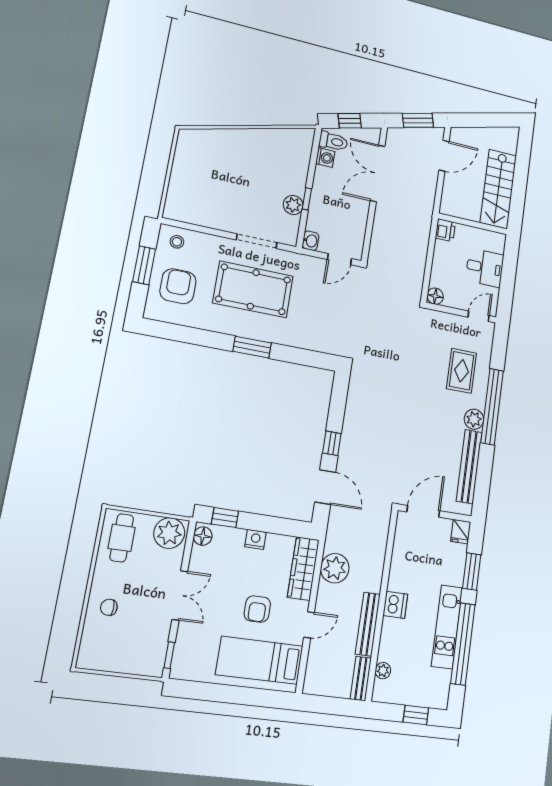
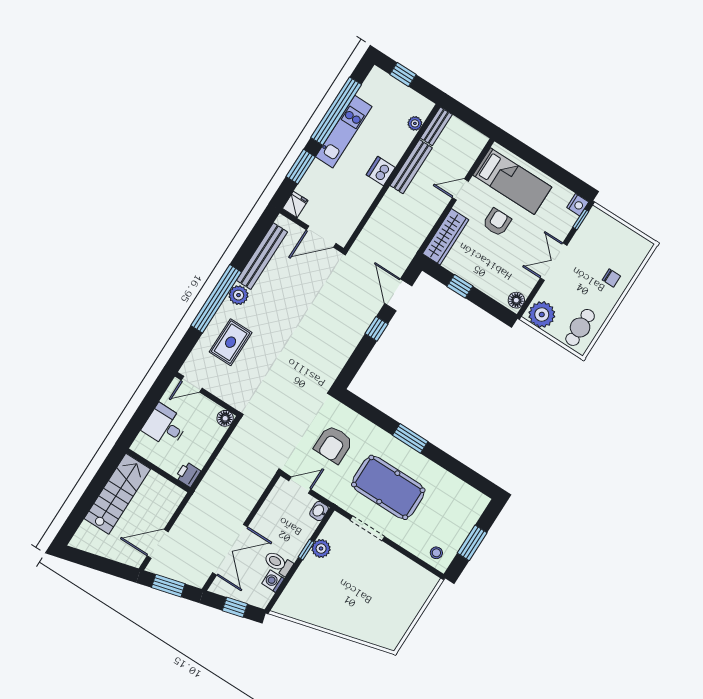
toilet: (333, 141) -> (278, 563), moved
armchair: (178, 286) -> (333, 444), moved
window: (225, 518) -> (460, 286), moved
nightstand: (256, 539) -> (578, 205), moved, turned -90
plant: (335, 568) -> (419, 225), removed

